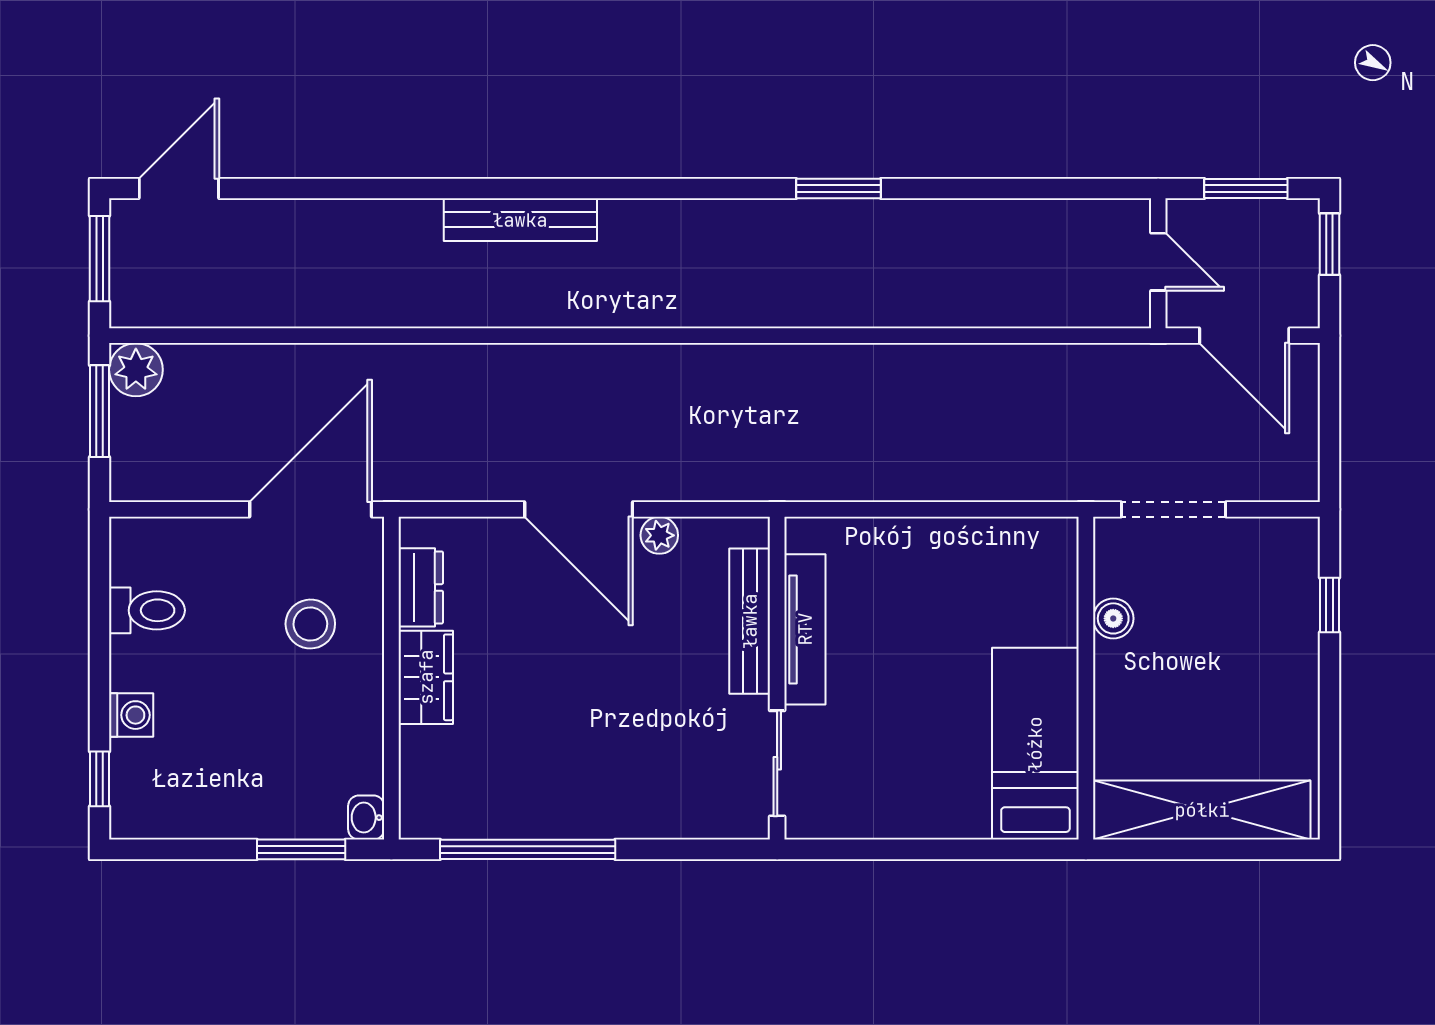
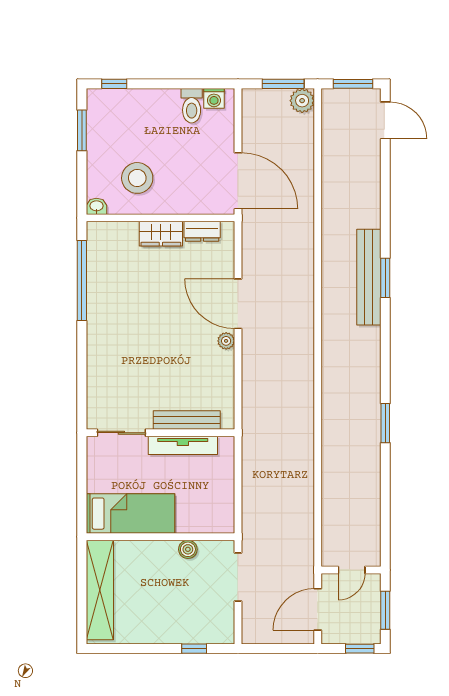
window: (522, 189) -> (385, 278), added
bench: (520, 220) -> (369, 277), width x1.37, depth x1.21
door: (579, 509) -> (238, 304), hinge flipped
bench: (750, 621) -> (187, 420), moved
stool: (310, 624) -> (137, 178), moved, width x1.38, depth x1.38
tv unit: (805, 629) -> (183, 445), moved
wall: (777, 678) -> (160, 433), moved
washing machine: (131, 715) -> (214, 98), moved
sliding door: (777, 763) -> (121, 433), moved
window: (301, 849) -> (82, 130), moved

